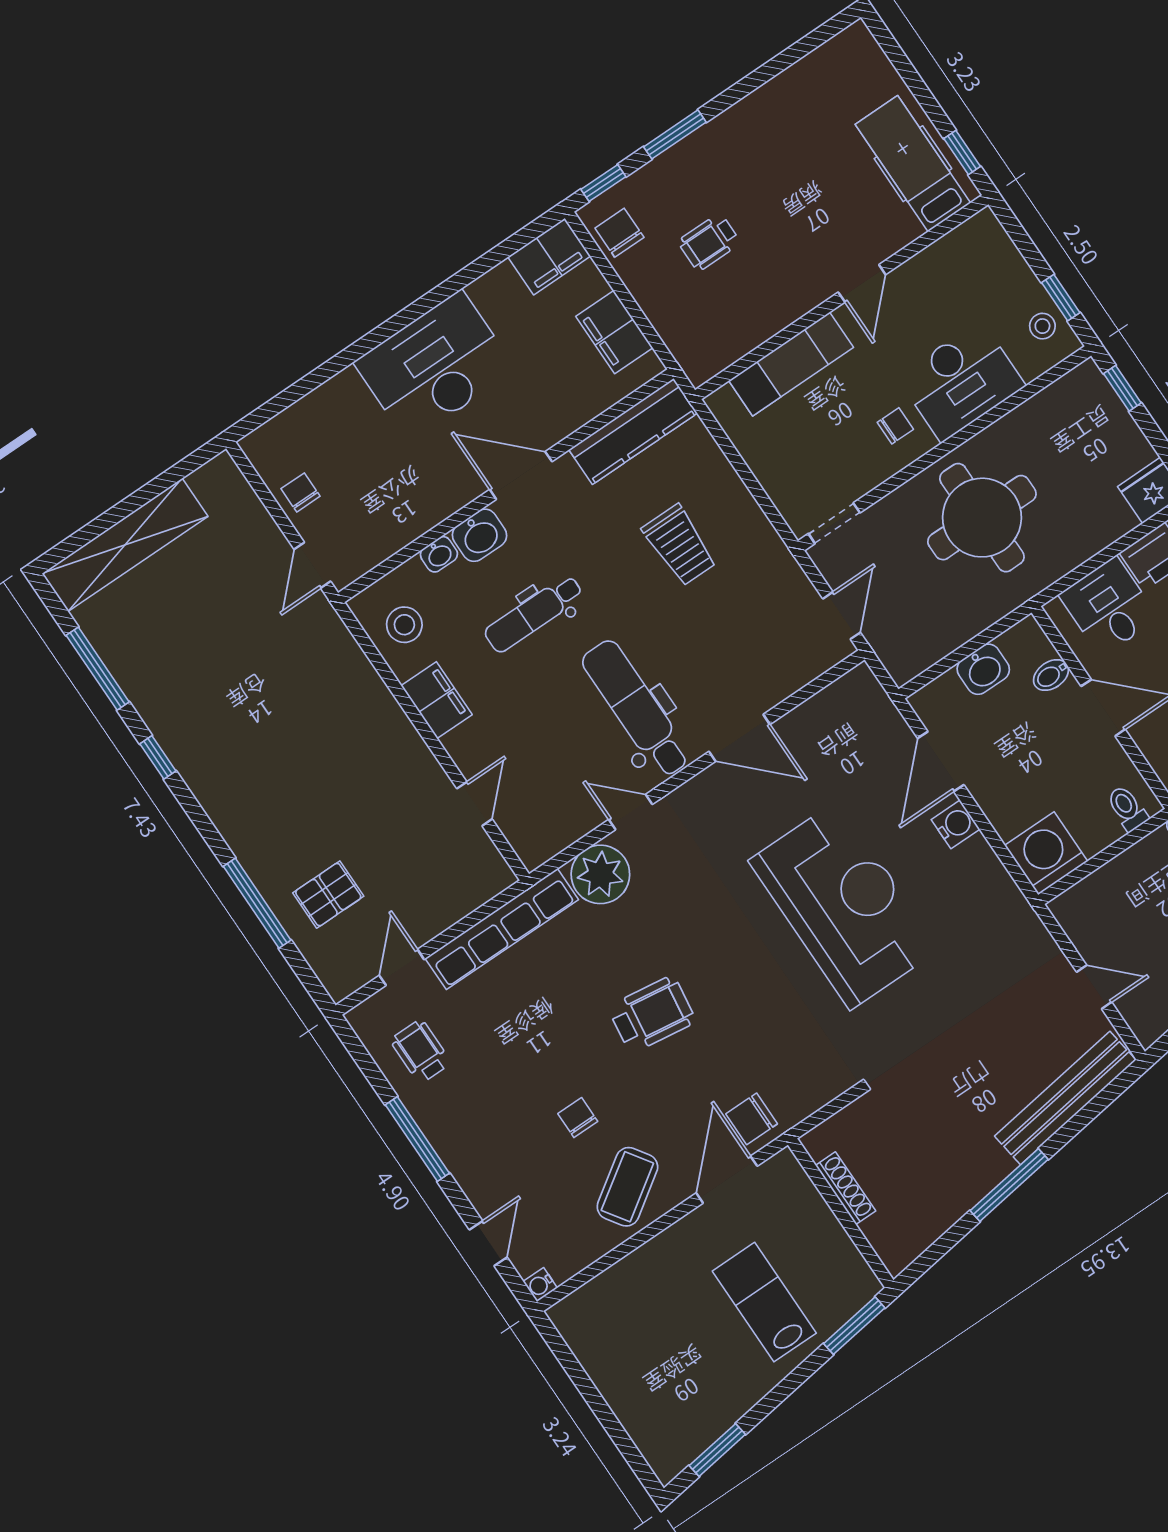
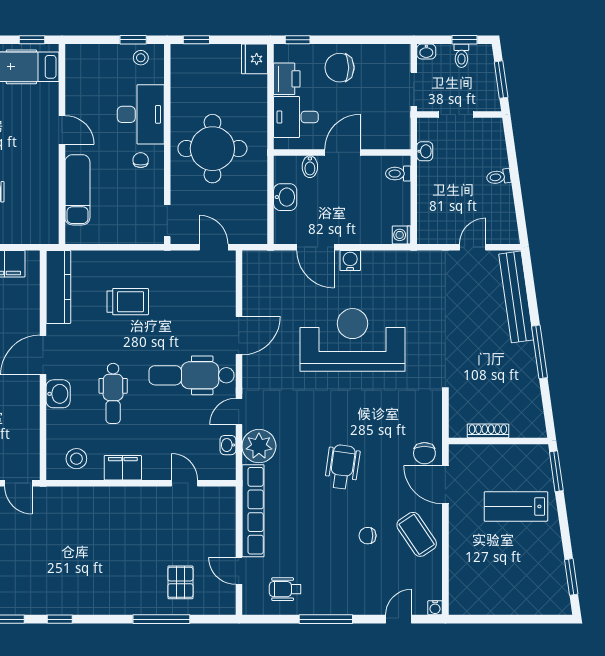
washbasin: (439, 554) -> (228, 445), moved, turned 180
washing machine: (1046, 853) -> (401, 235), width x0.53, depth x0.53
door: (488, 1243) -> (399, 619), hinge flipped

